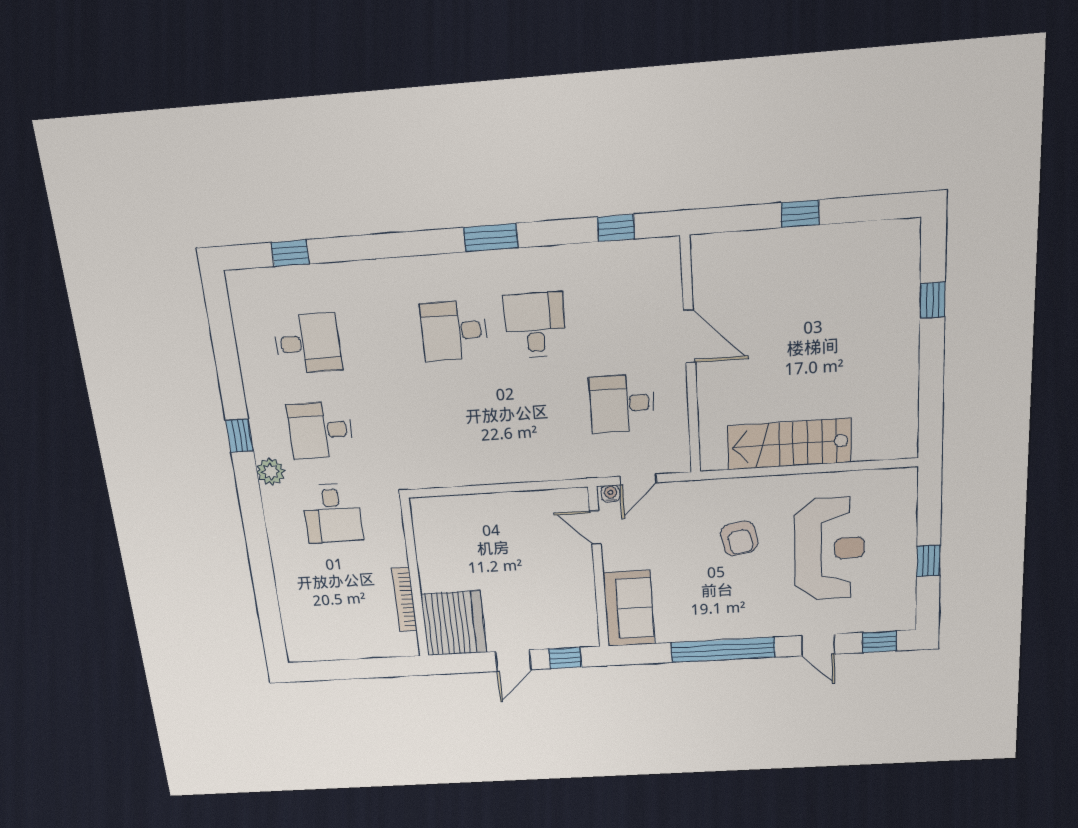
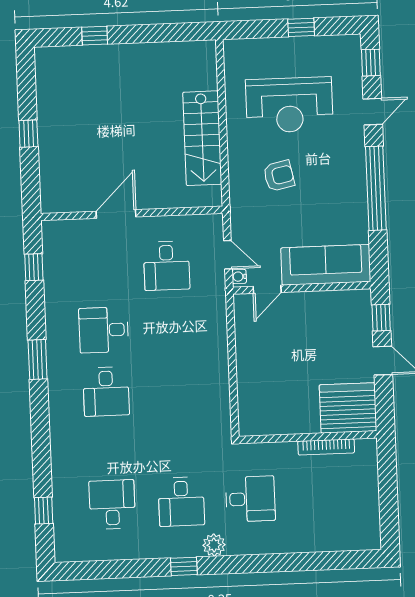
reception desk: (829, 549) -> (289, 105), turned 180
sofa: (629, 608) -> (326, 265), width x1.36

